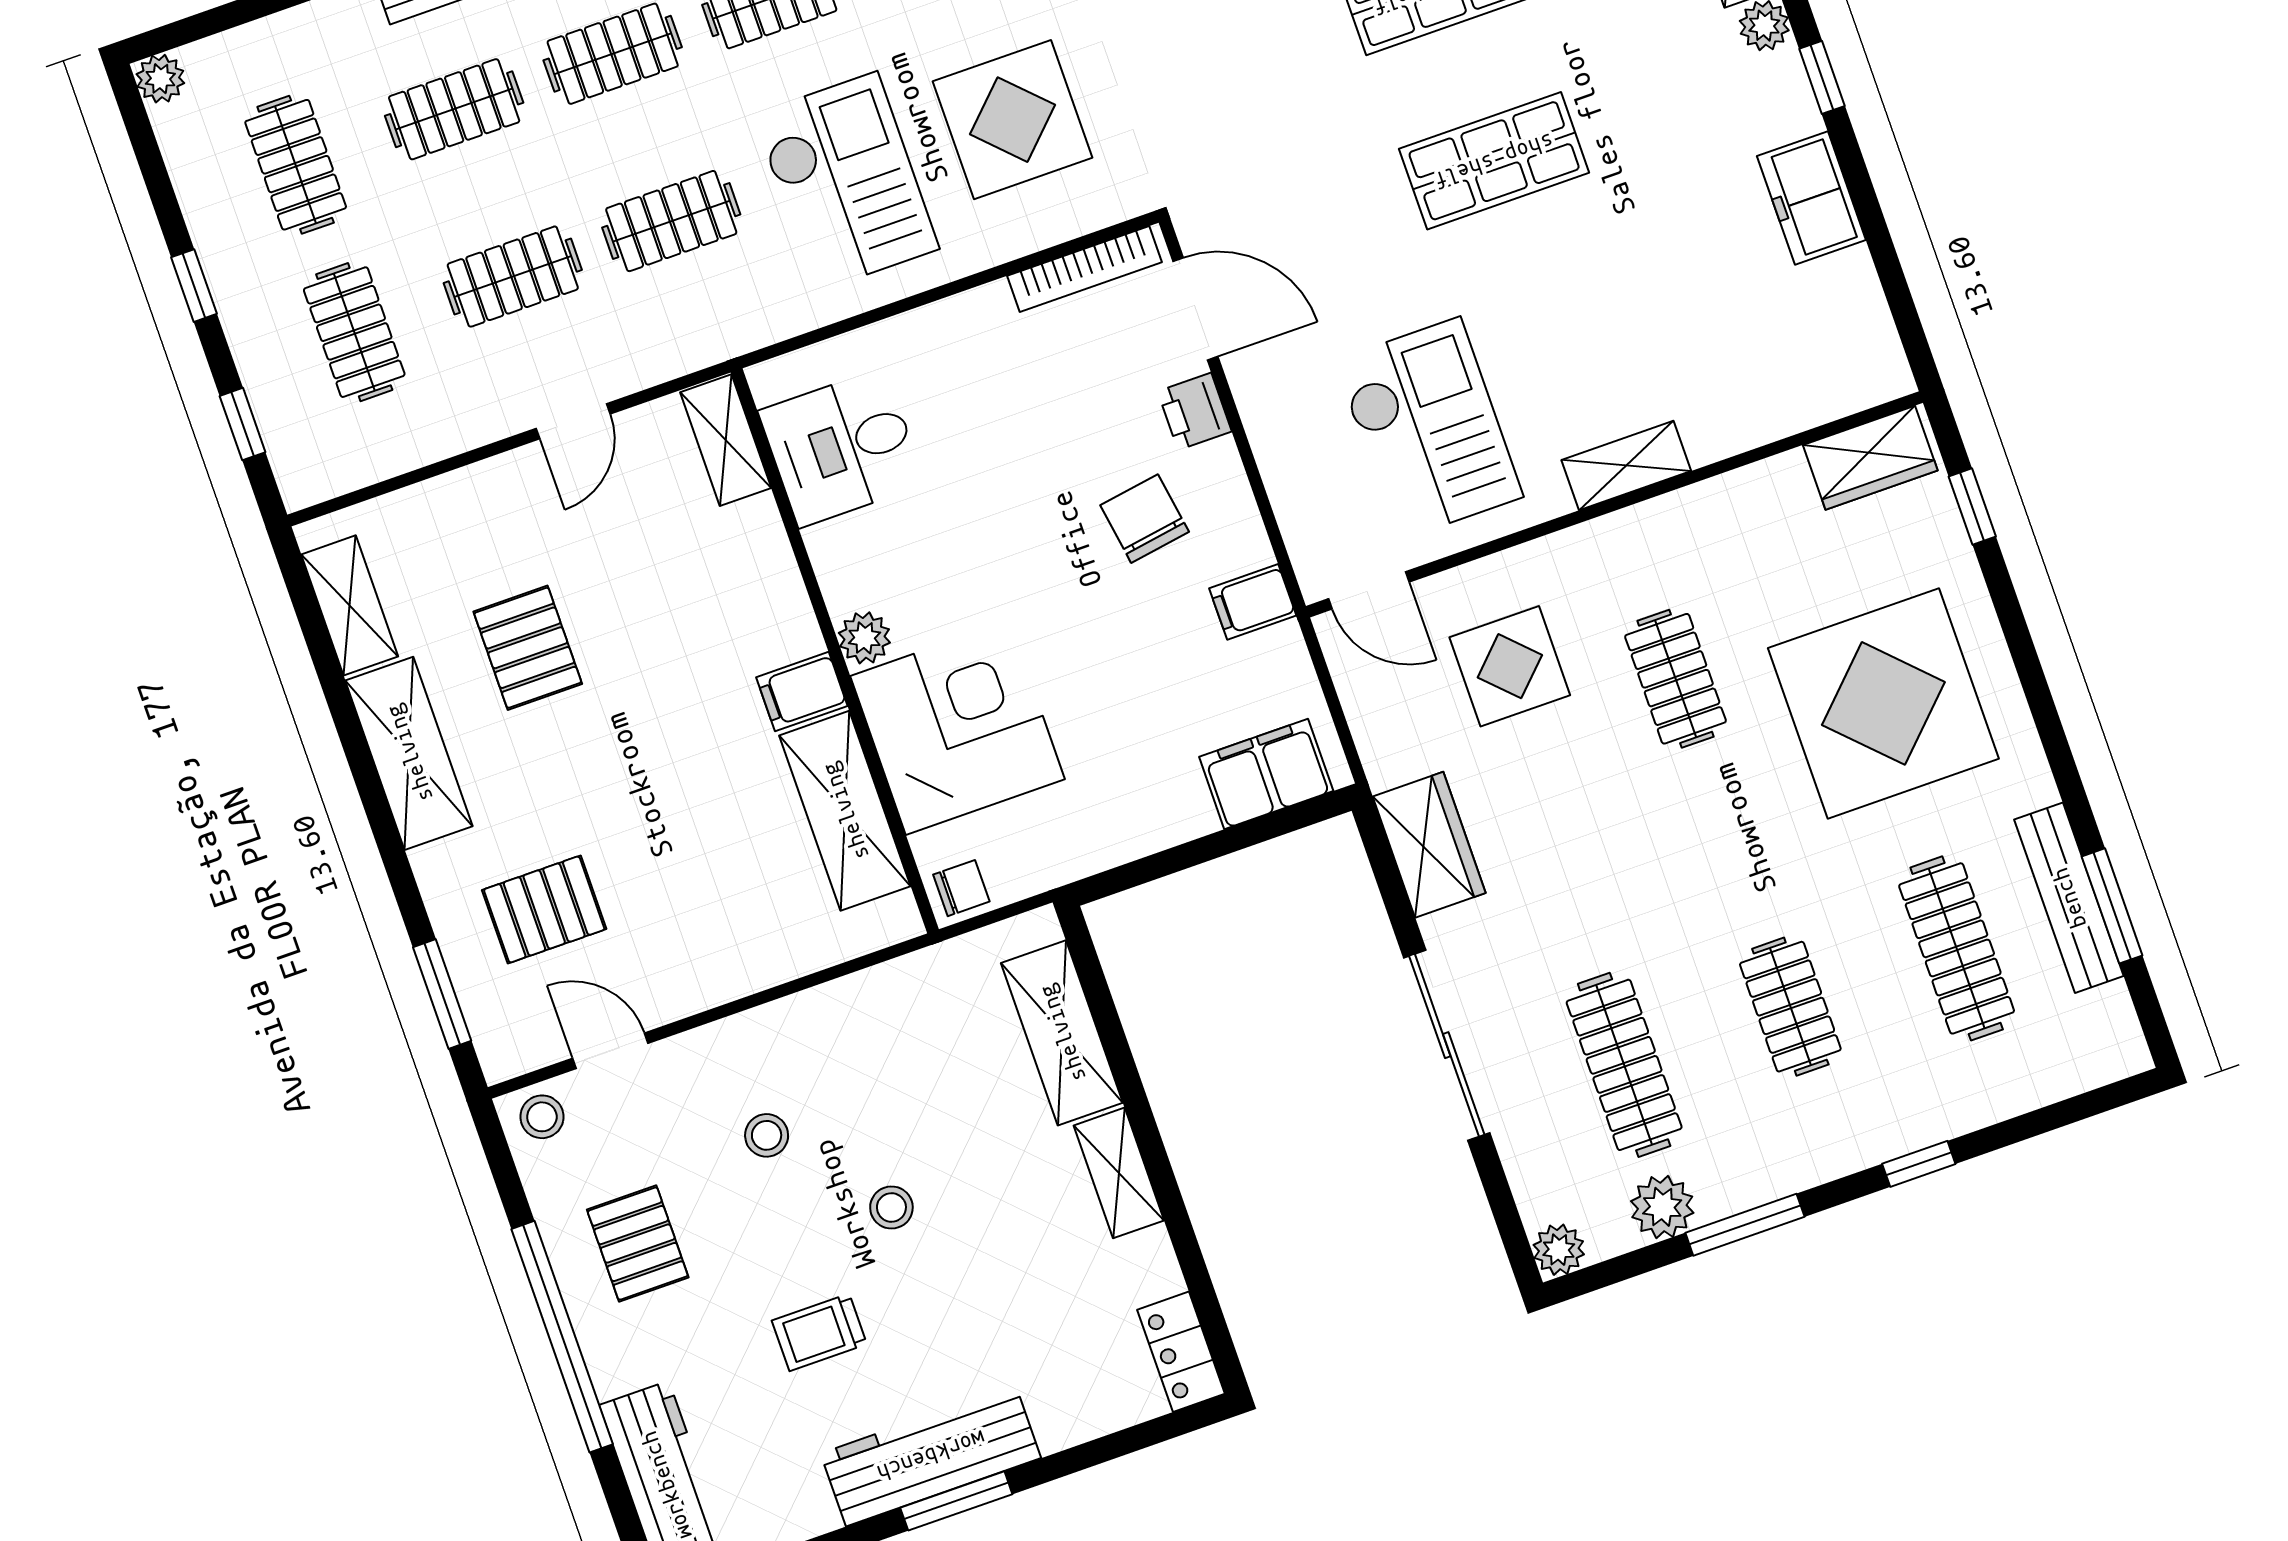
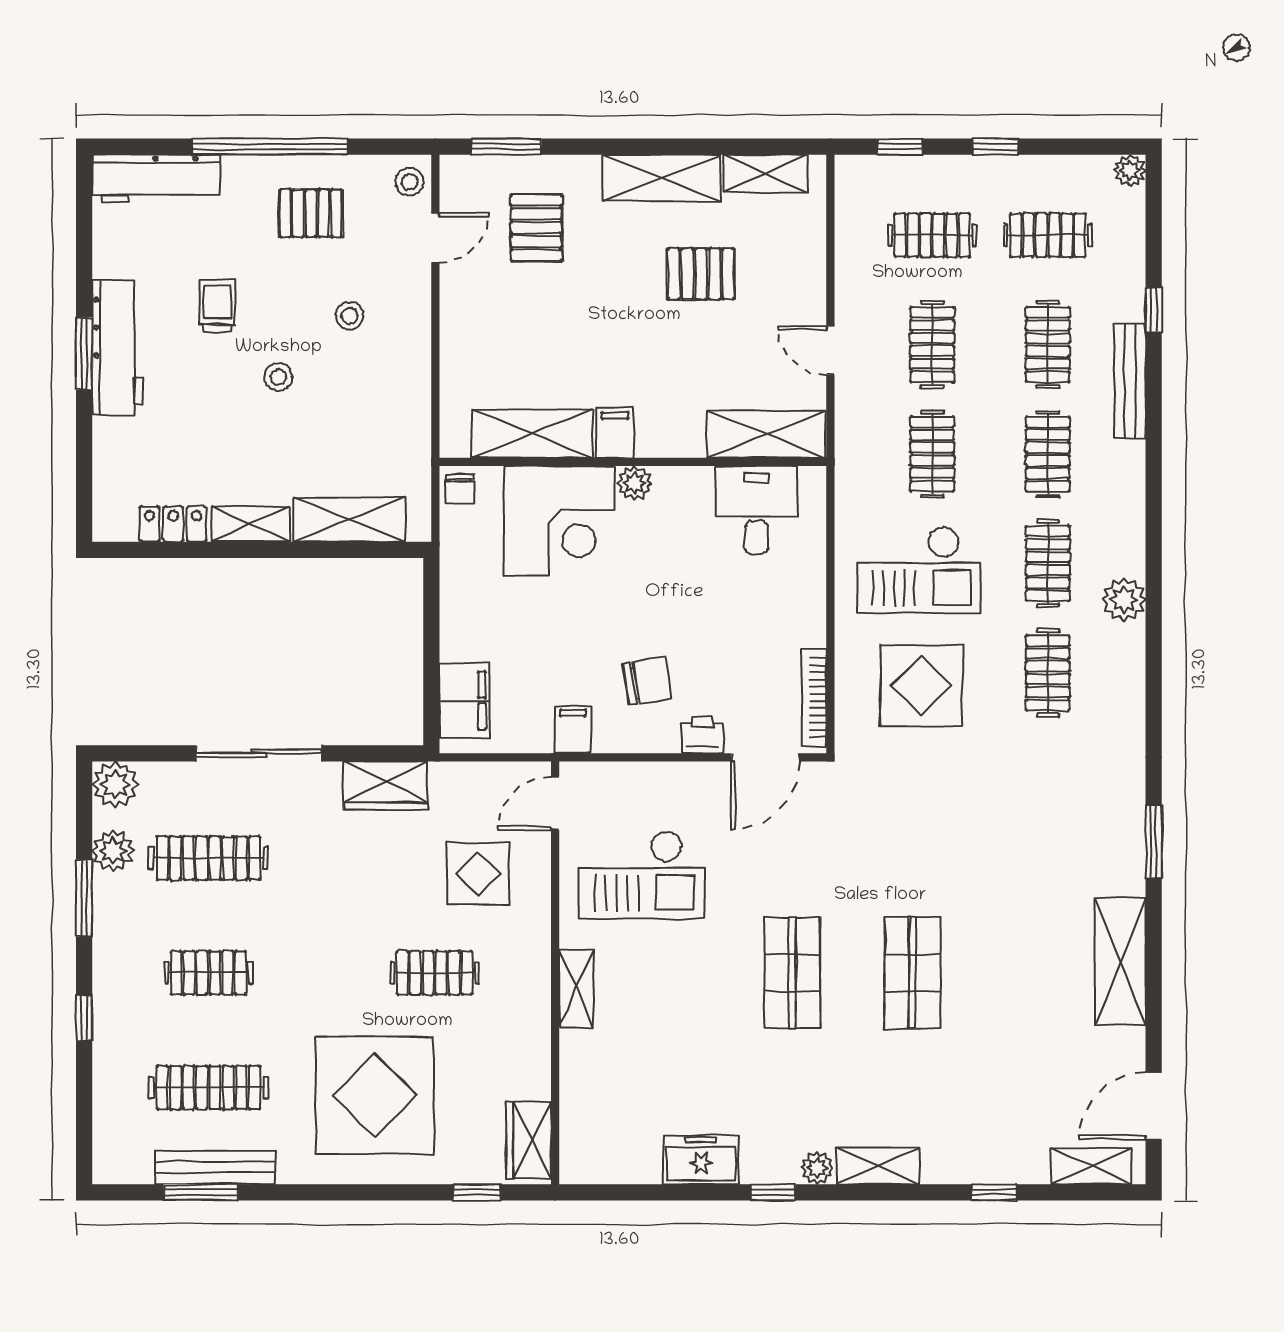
shelving: (726, 440) -> (766, 434), width x1.50, depth x1.33
plant: (1559, 1250) -> (115, 784), width x1.38, depth x1.38
locker: (1181, 1352) -> (173, 524), moved

